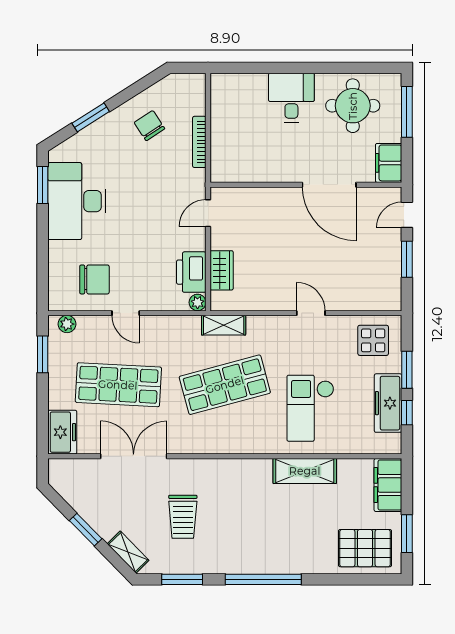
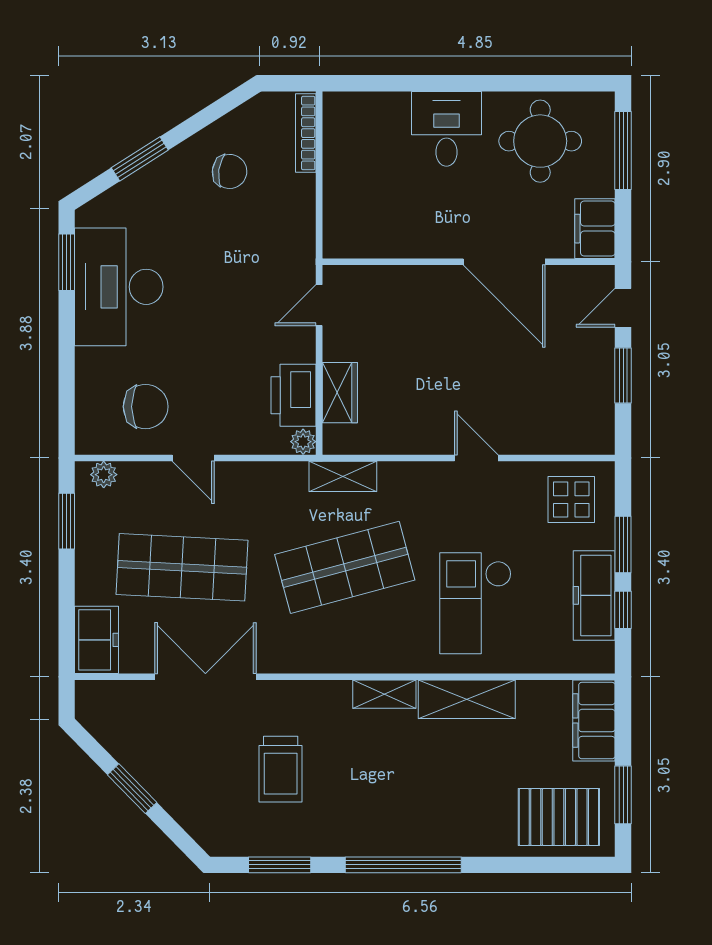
chair: (149, 126) -> (230, 171), turned 131
bookcase: (199, 142) -> (306, 133), moved
shelving: (128, 552) -> (384, 694), moved, turned -46

